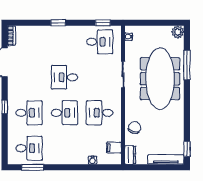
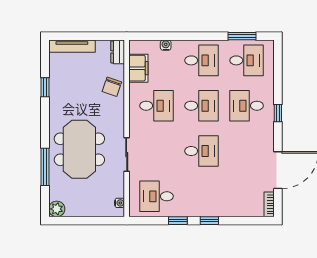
window: (103, 23) -> (178, 221), moved
meeting table: (160, 79) -> (79, 149), width x0.73
desk: (64, 113) -> (202, 106), turned 180
desk: (29, 148) -> (247, 60), turned 180
desk: (64, 148) -> (202, 60), added
filing cabinet: (114, 148) -> (138, 68), width x2.00
window: (187, 149) -> (45, 87), moved

